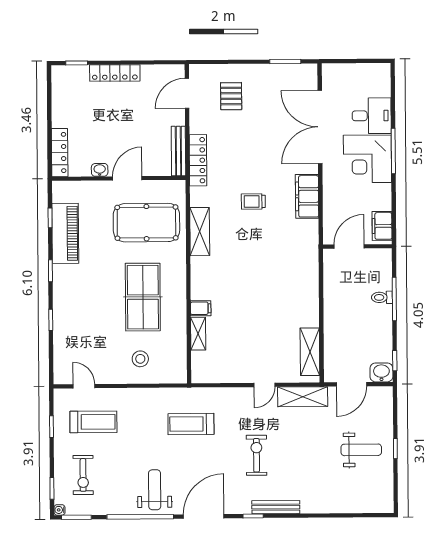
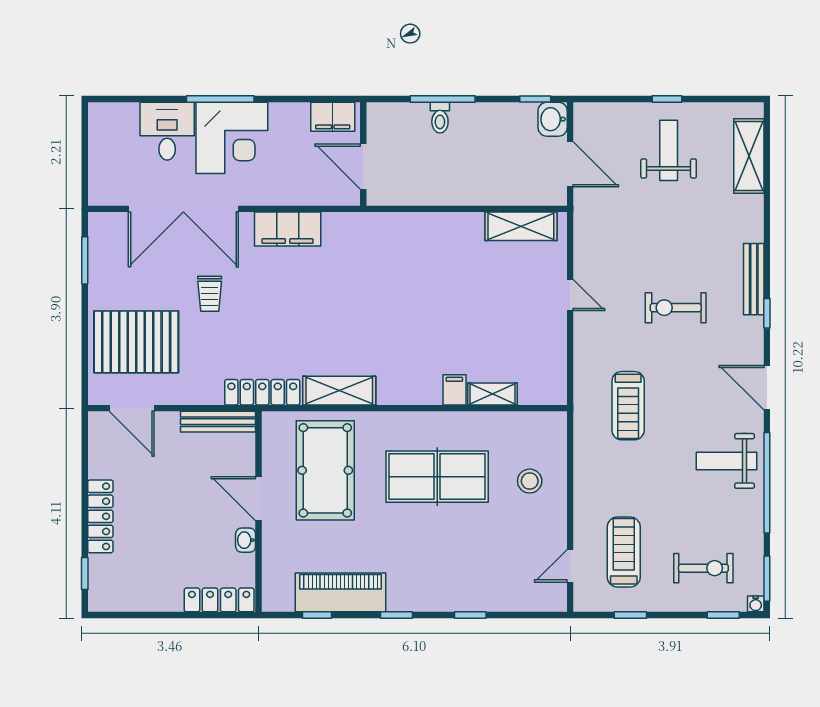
pallet: (231, 96) -> (136, 342), width x2.05, depth x2.00
locker: (198, 160) -> (262, 392), moved
trolley: (253, 201) -> (210, 294), moved
shelving: (303, 397) -> (749, 156), moved
door: (204, 516) -> (767, 388), width x0.73

